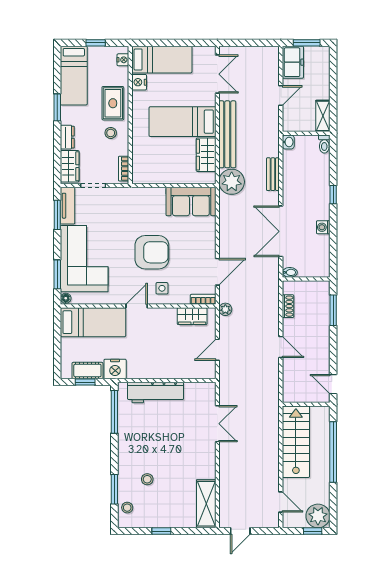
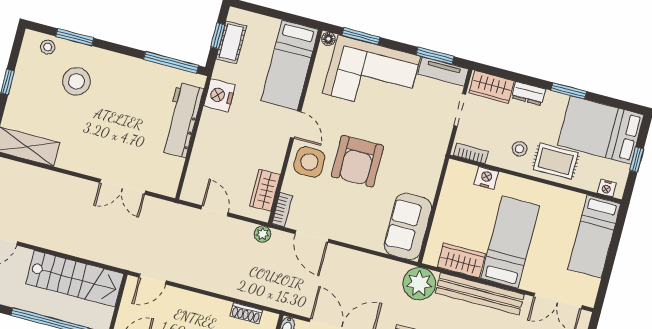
bed: (74, 76) -> (601, 130), width x1.50
nightstand: (139, 82) -> (486, 178), moved
side table: (162, 288) -> (309, 162), width x1.87, depth x1.87
door: (281, 347) -> (153, 279), moved
nightstand: (115, 369) -> (219, 95), moved
stool: (147, 479) -> (76, 81), width x1.89, depth x1.89

